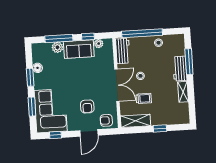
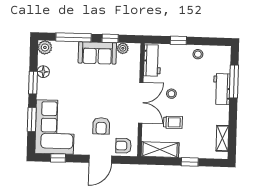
window: (142, 33) -> (178, 40), width x0.32
plant: (57, 47) -> (45, 47), moved
shelving: (183, 92) -> (222, 138), moved

